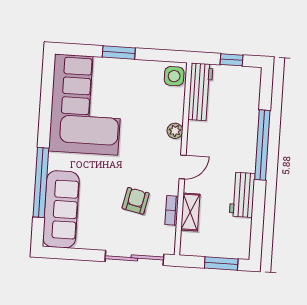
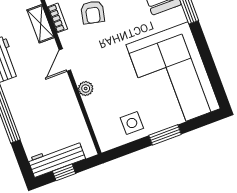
side table: (174, 76) -> (132, 123), moved
workbench: (200, 92) -> (57, 159), moved, turned 90

